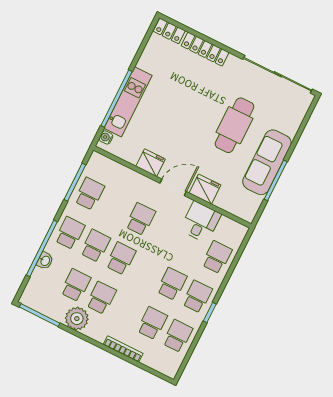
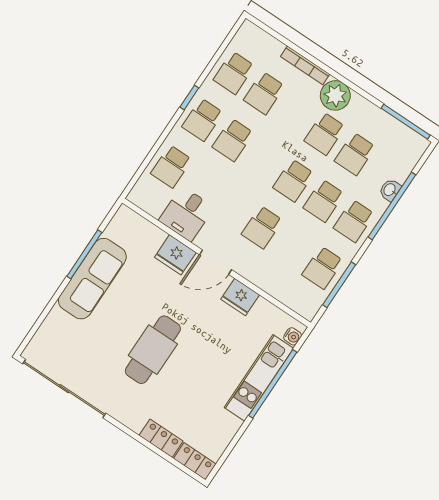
locker: (205, 49) -> (161, 438), width x0.66
cafe table: (234, 125) -> (153, 350), moved
plant: (77, 319) -> (335, 95), moved

